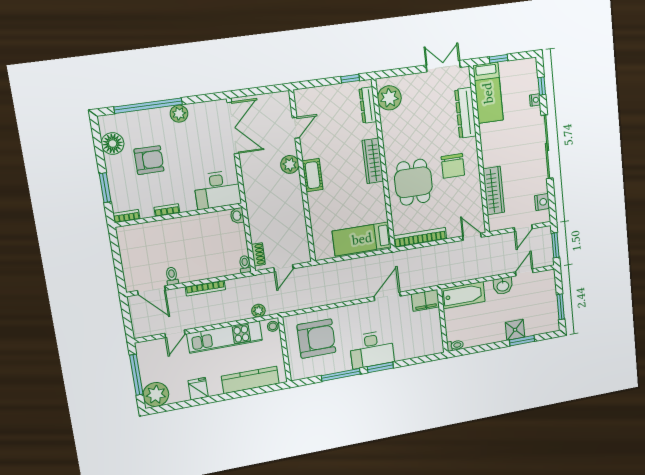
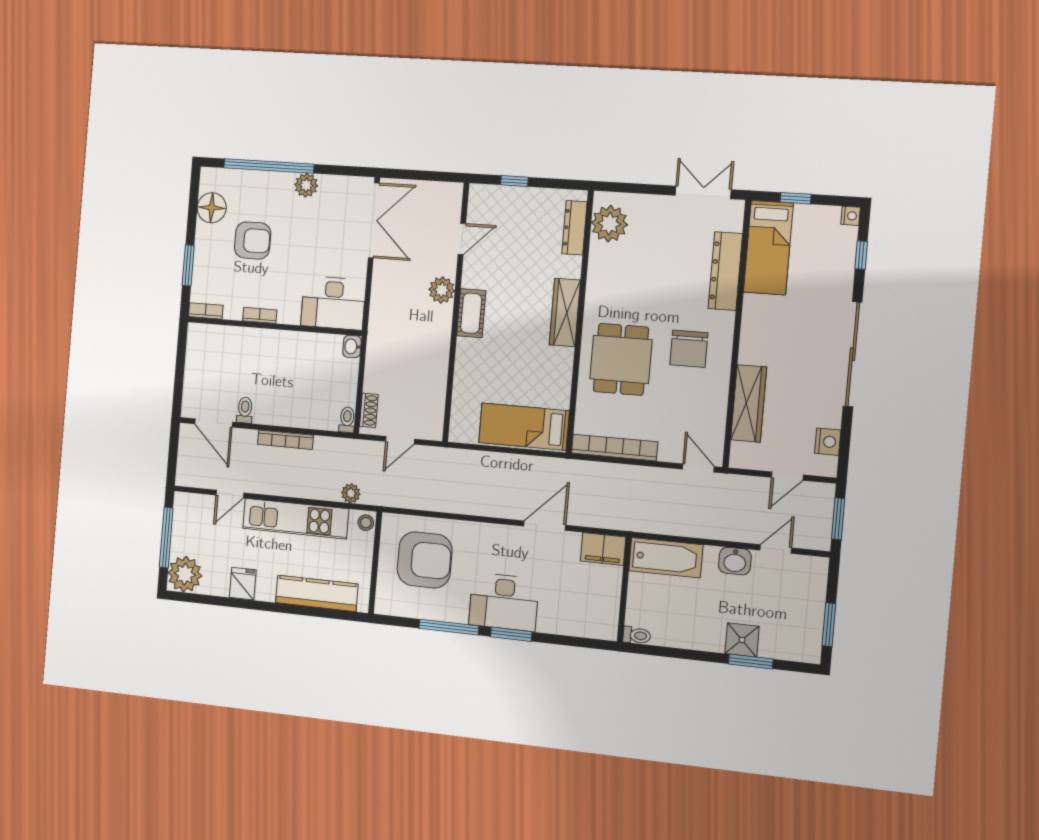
window: (350, 79) -> (514, 181), moved
nightstand: (535, 100) -> (851, 216), moved

